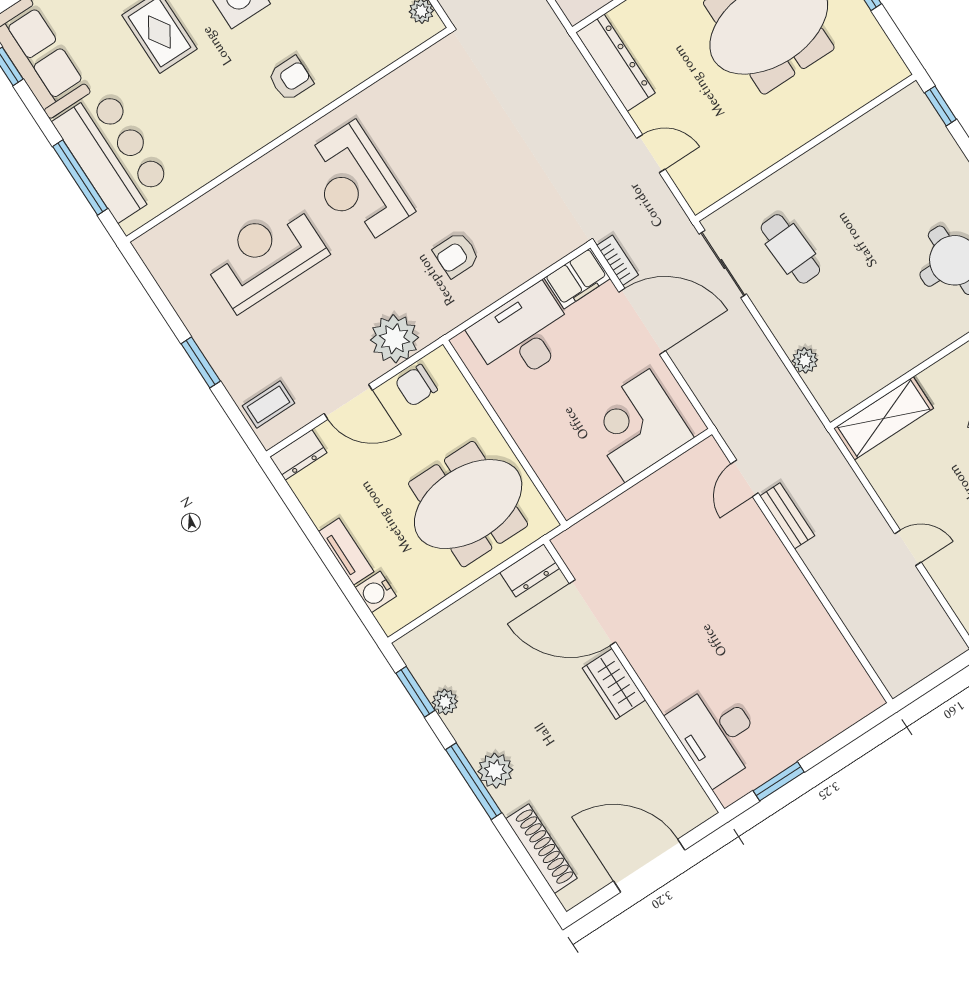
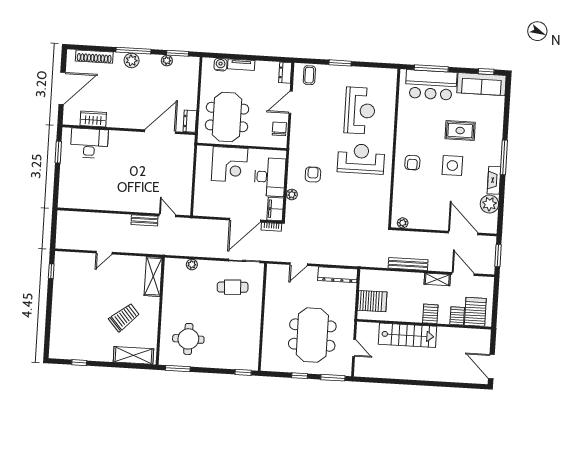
plant: (394, 339) -> (292, 195), moved, width x0.53, depth x0.53
corner desk: (637, 426) -> (230, 165), moved, turned 90
wardrobe: (614, 684) -> (93, 119), moved

